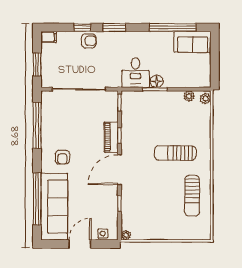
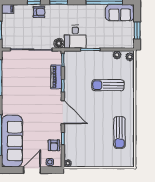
window: (215, 65) -> (137, 30), added
floor lamp: (157, 81) -> (59, 43), moved
piano: (111, 137) -> (56, 77), moved
sun lounger: (175, 153) -> (108, 85), moved
armchair: (62, 157) -> (54, 145), moved
door: (119, 170) -> (63, 112), swing flipped

